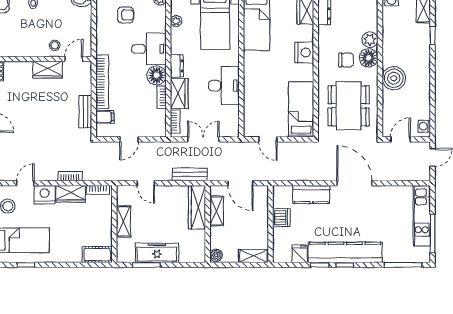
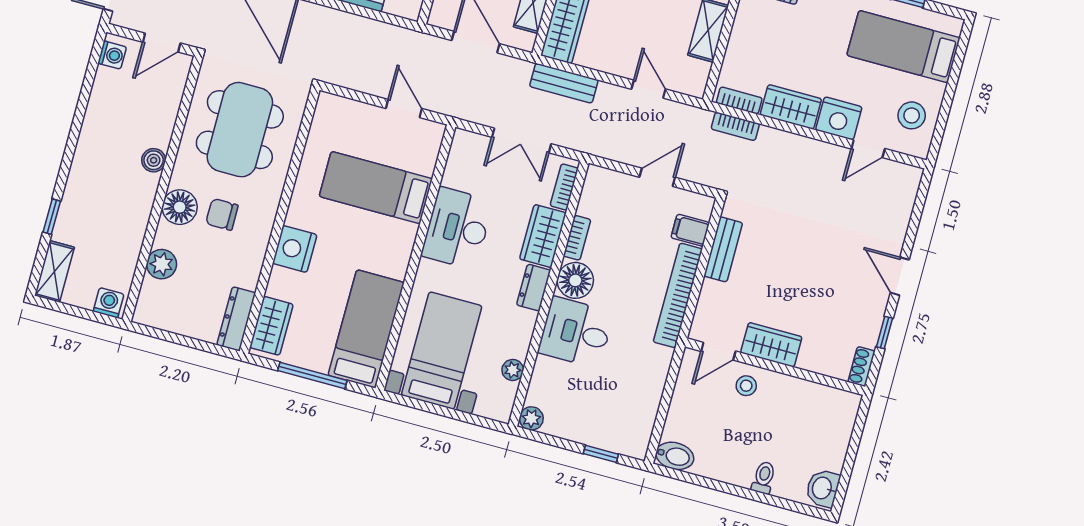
armchair: (126, 15) -> (602, 406), removed
plant: (370, 40) -> (162, 264), moved
boiler: (394, 78) -> (154, 160), width x0.54, depth x0.54
bed: (301, 109) -> (376, 188), moved, turned 90
bookcase: (70, 176) -> (735, 126), moved

